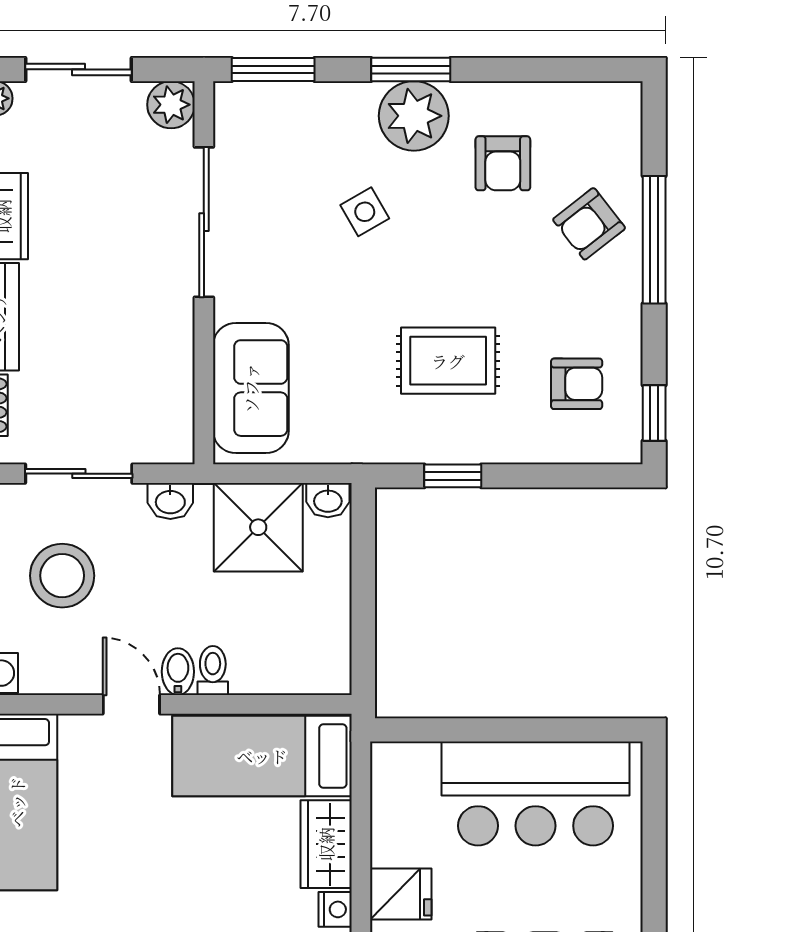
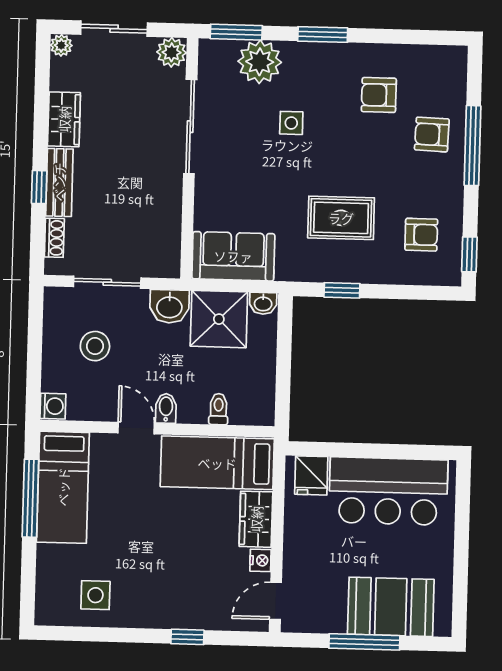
plant: (414, 116) -> (260, 62), moved
armchair: (503, 163) -> (379, 95), turned 90
side table: (365, 212) -> (291, 123), turned 30
armchair: (589, 224) -> (432, 134), turned 40
sofa: (251, 388) -> (233, 256), moved, turned -90
washbasin: (170, 501) -> (169, 306), width x1.38, depth x1.45
stool: (62, 576) -> (95, 346), width x0.73, depth x0.73
toilet: (213, 670) -> (218, 409), moved
fridge: (401, 894) -> (311, 475), moved, turned 90

